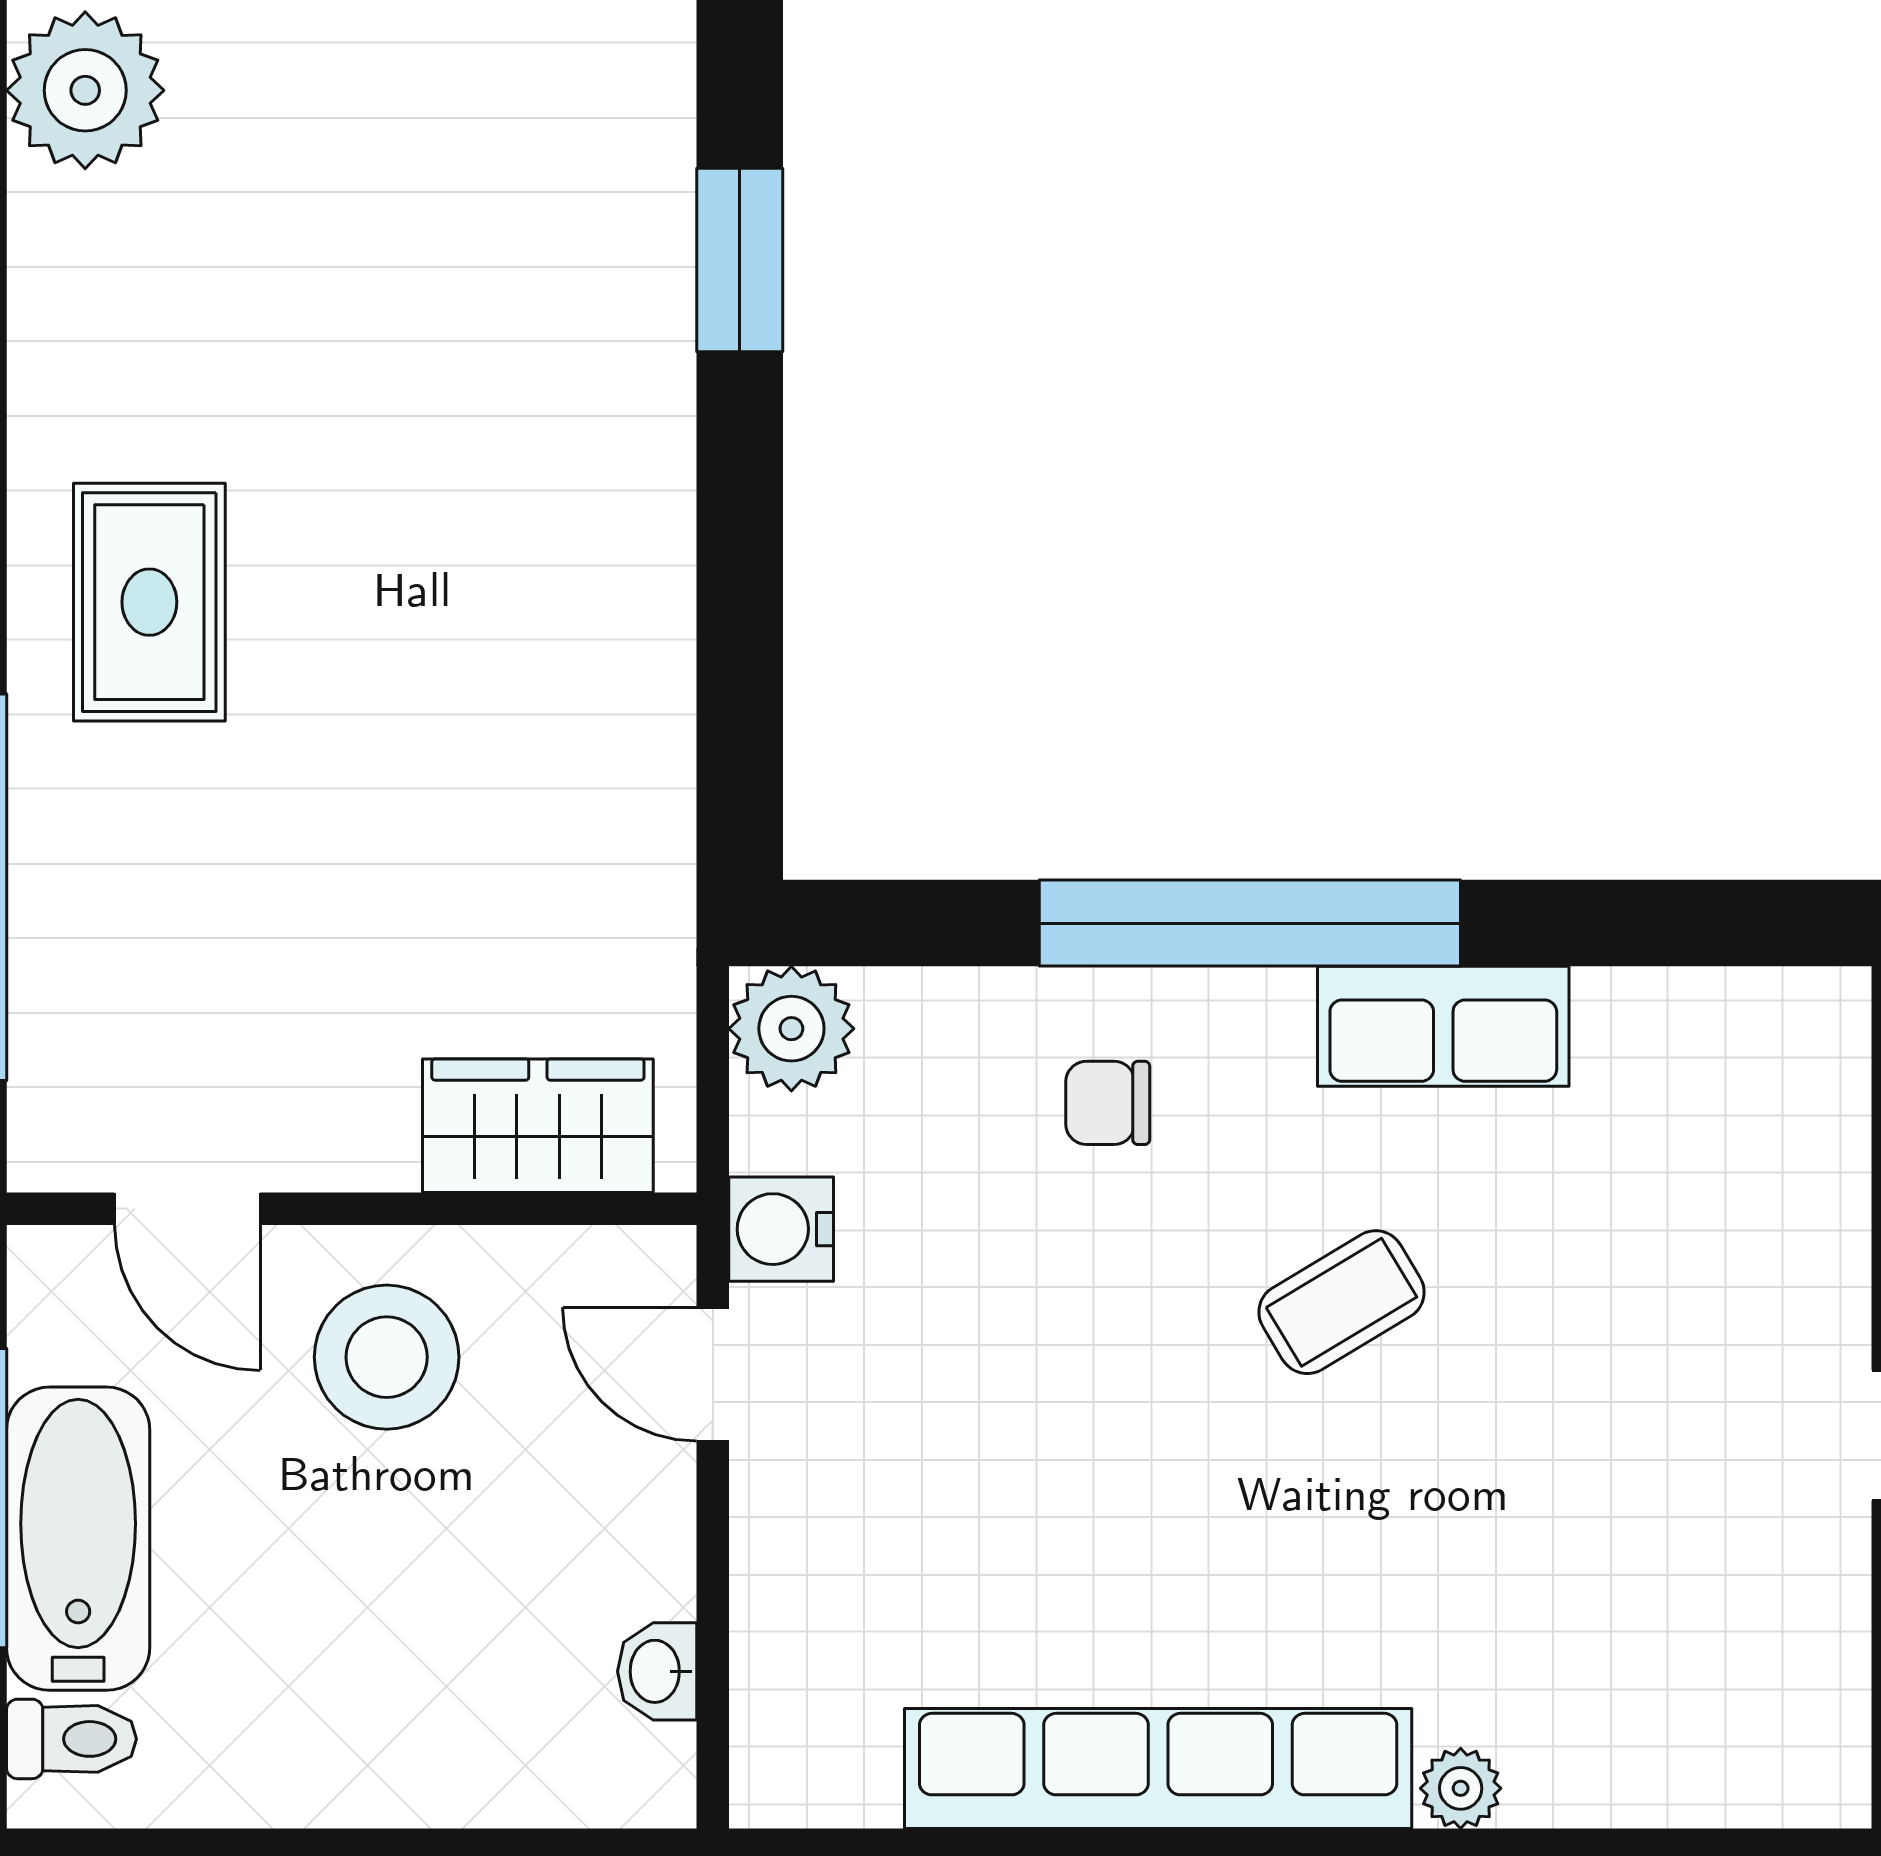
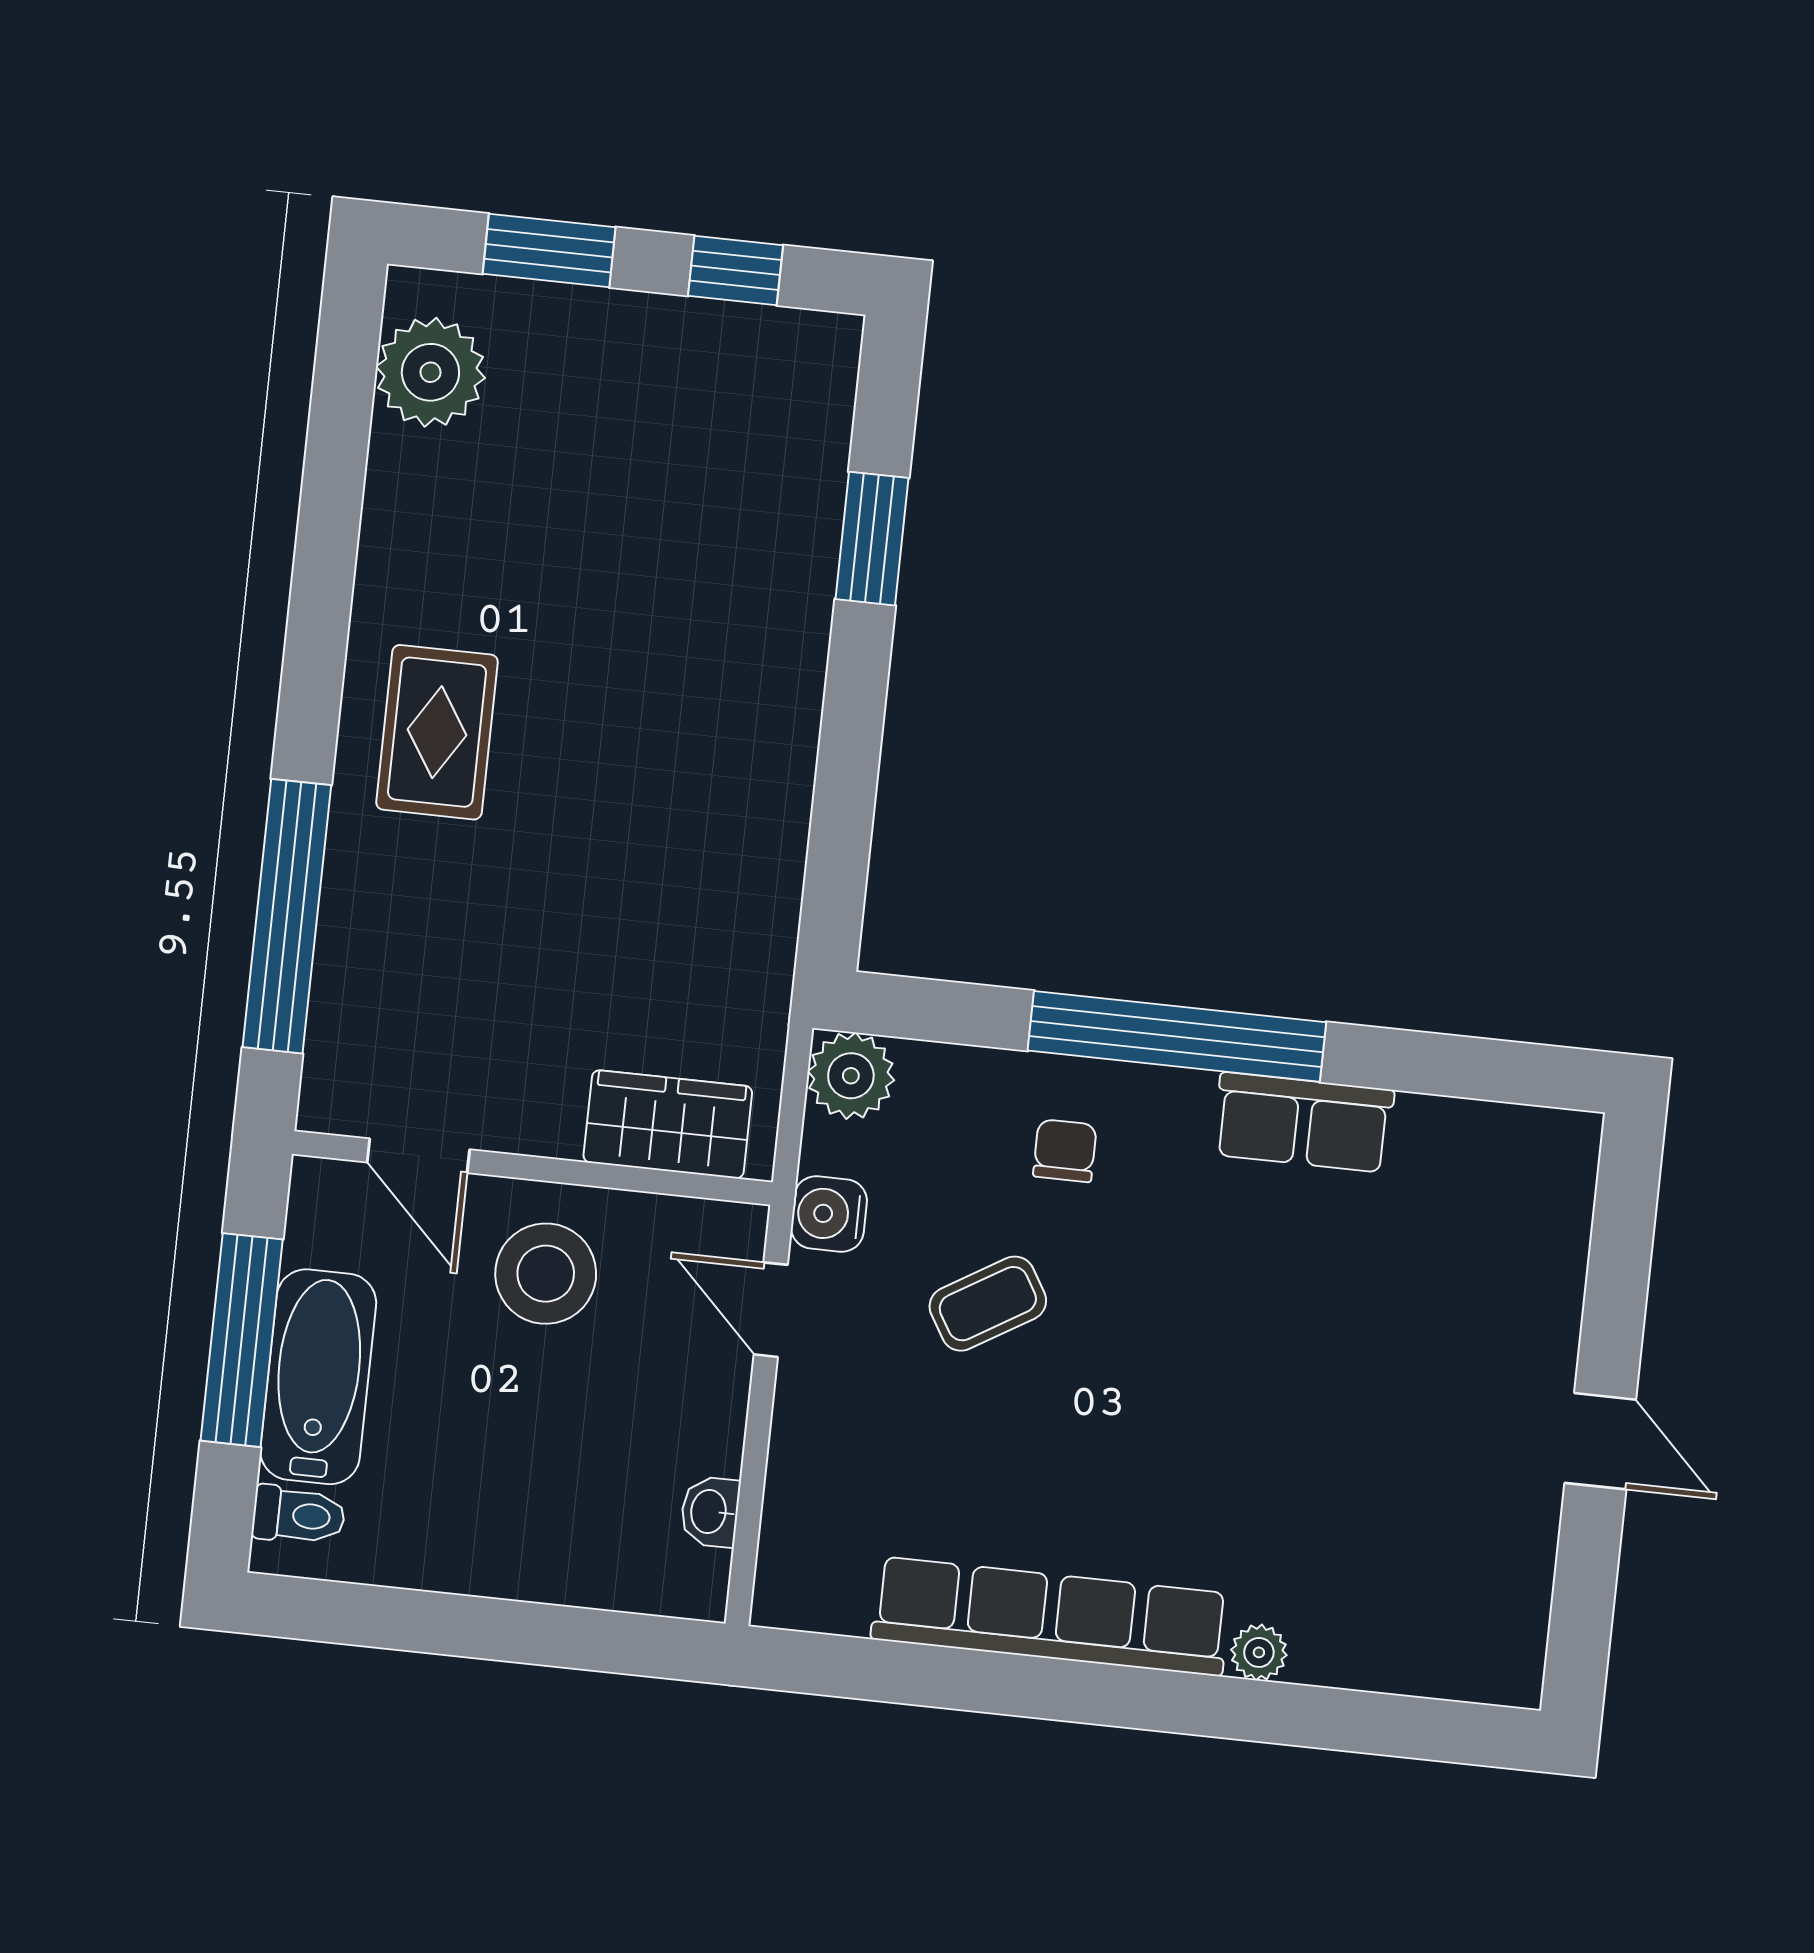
chair: (1108, 1103) -> (1065, 1151), turned 90
coffee table: (1342, 1302) -> (988, 1304), moved

